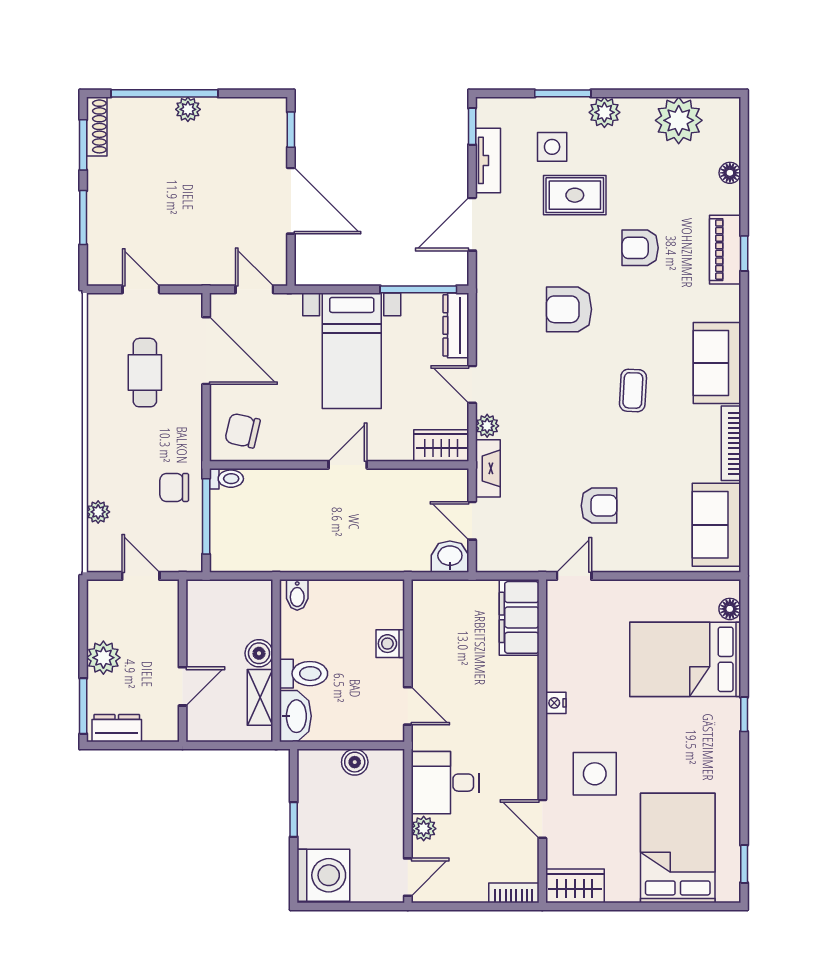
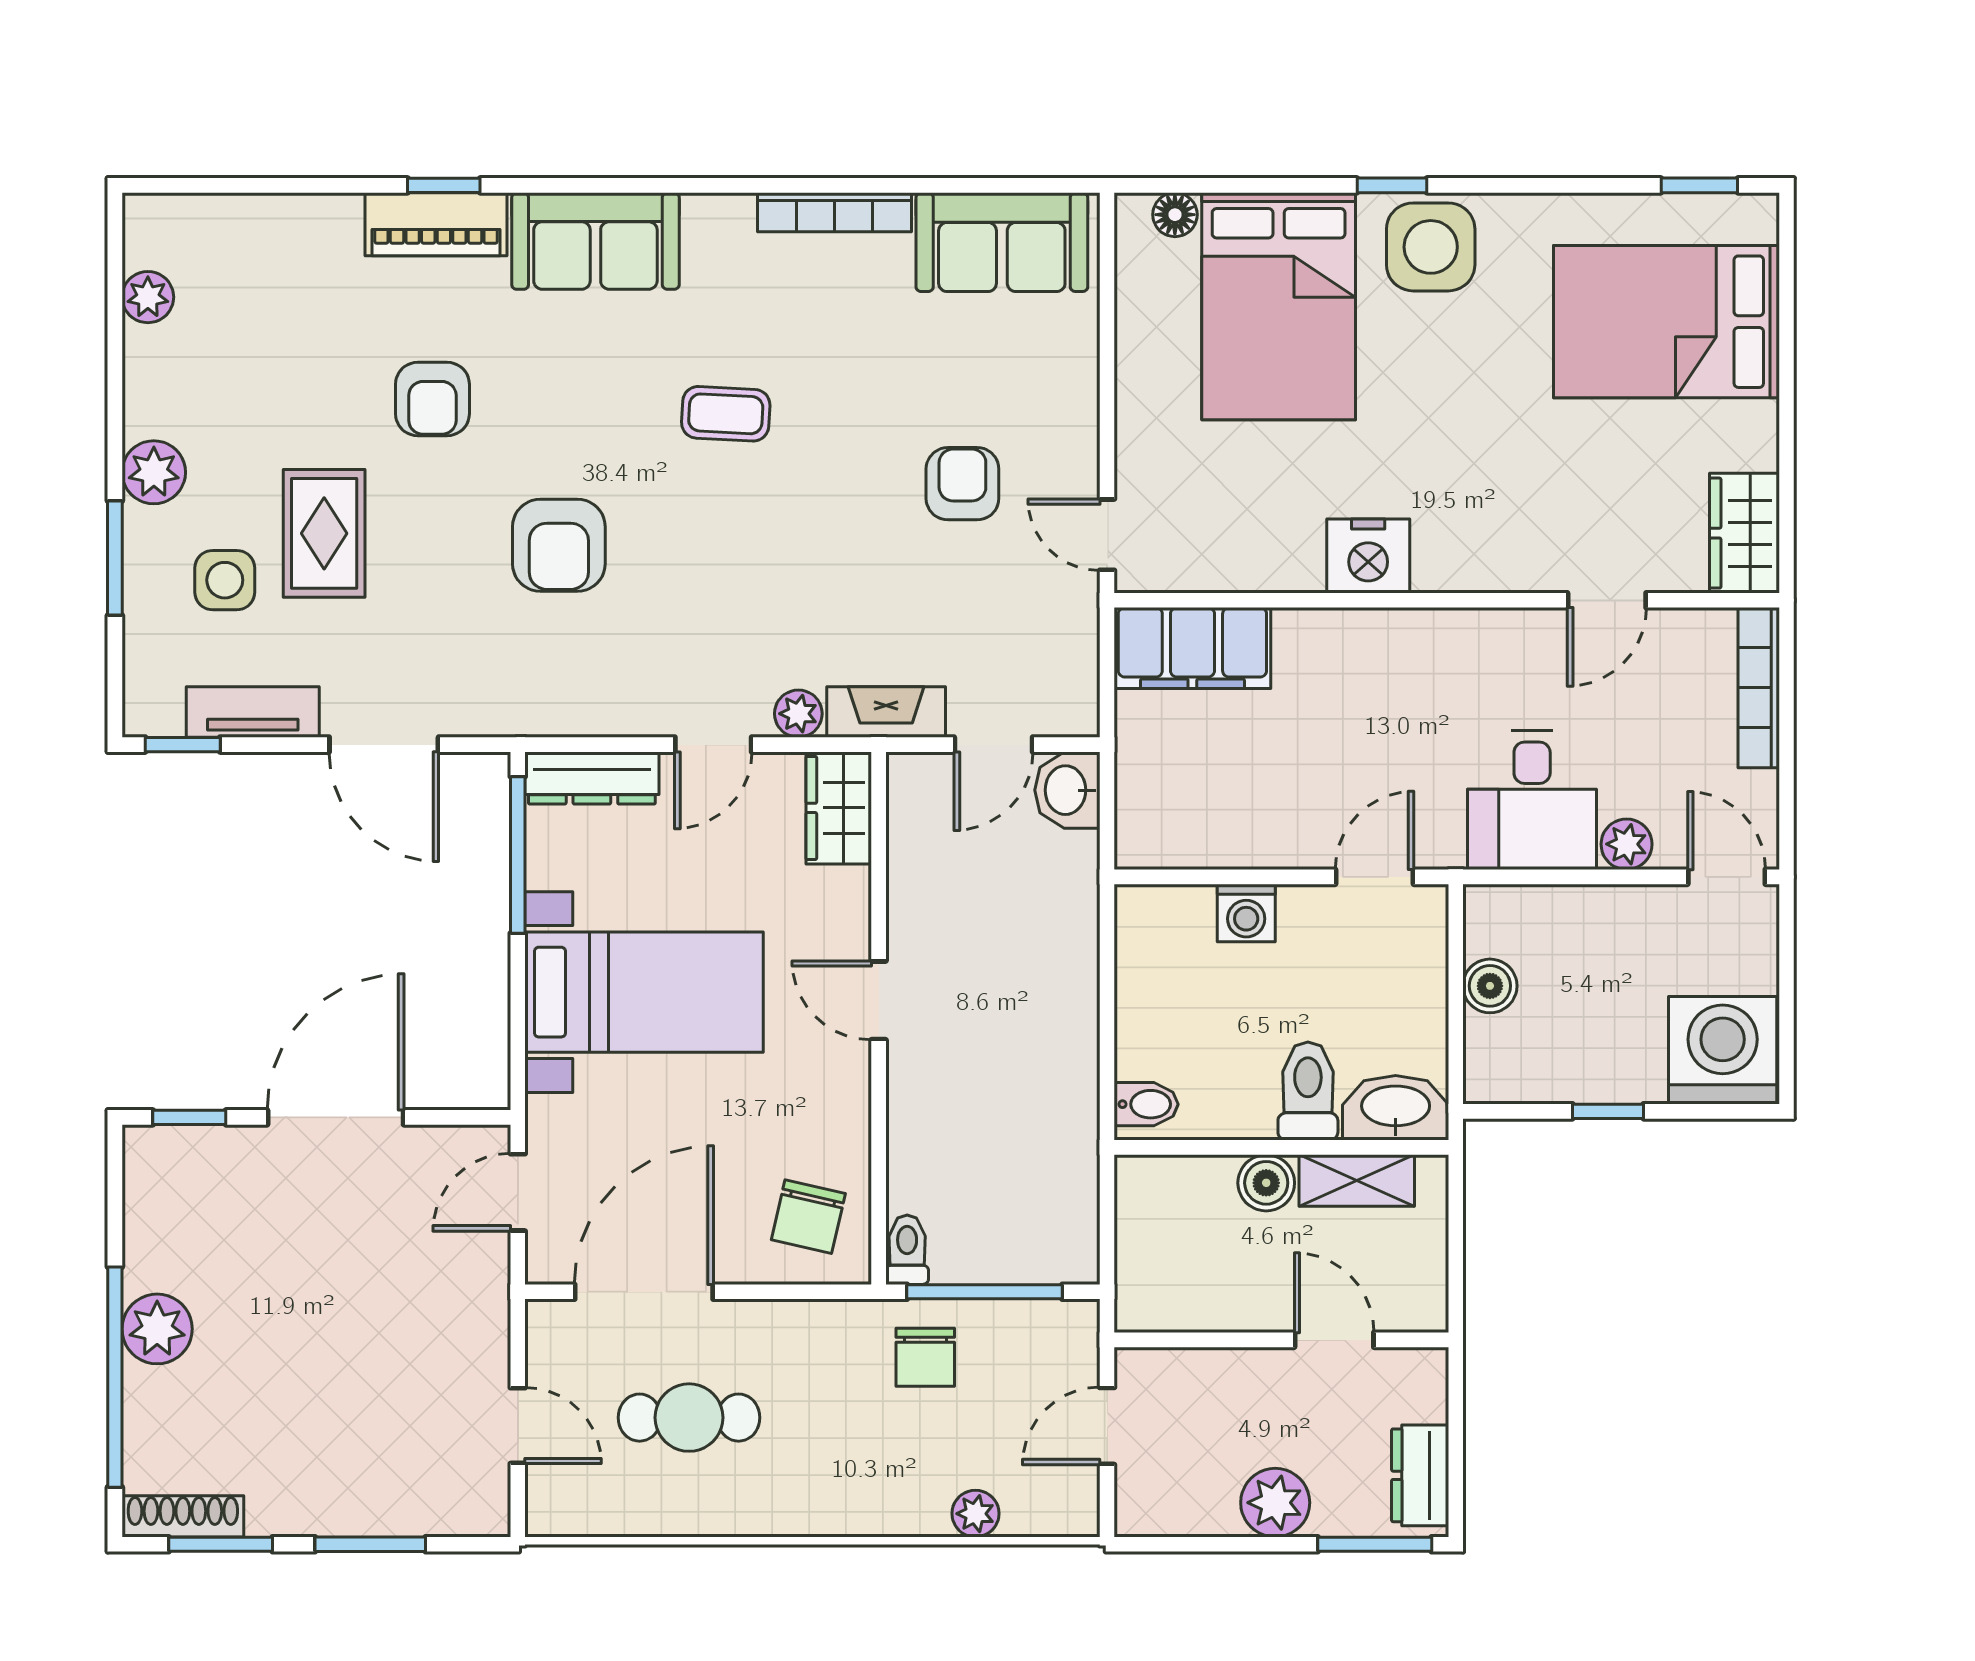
plant: (188, 109) -> (157, 1329), width x1.38, depth x1.38
plant: (679, 120) -> (148, 297), width x0.53, depth x0.53
floor lamp: (730, 173) -> (278, 214), removed
door: (141, 289) -> (518, 1426), swing flipped
sofa: (717, 363) -> (595, 241), moved
nightstand: (556, 703) -> (1368, 556), width x1.89, depth x1.79
side table: (595, 774) -> (1431, 247), moved
bookcase: (514, 893) -> (1759, 688), width x1.56

